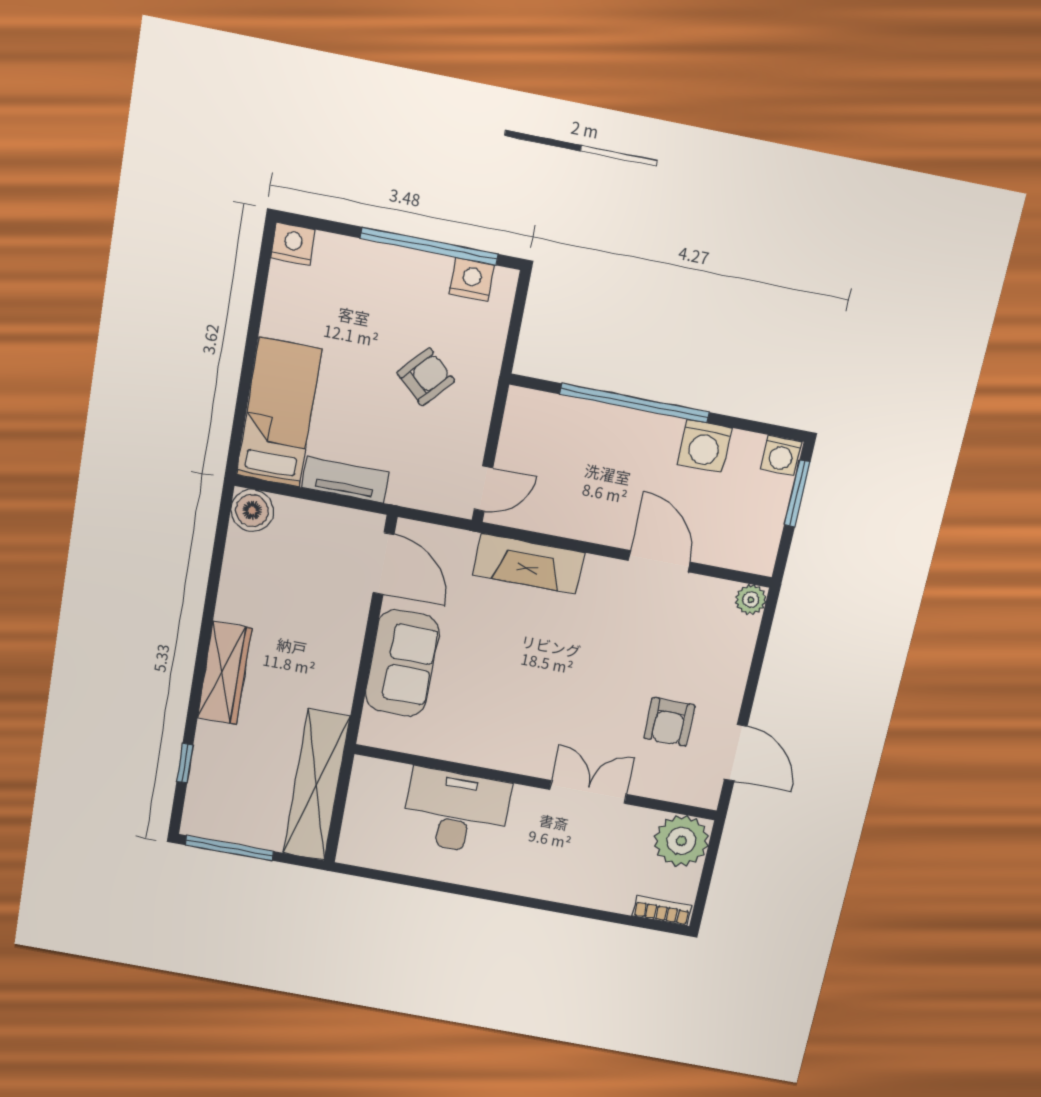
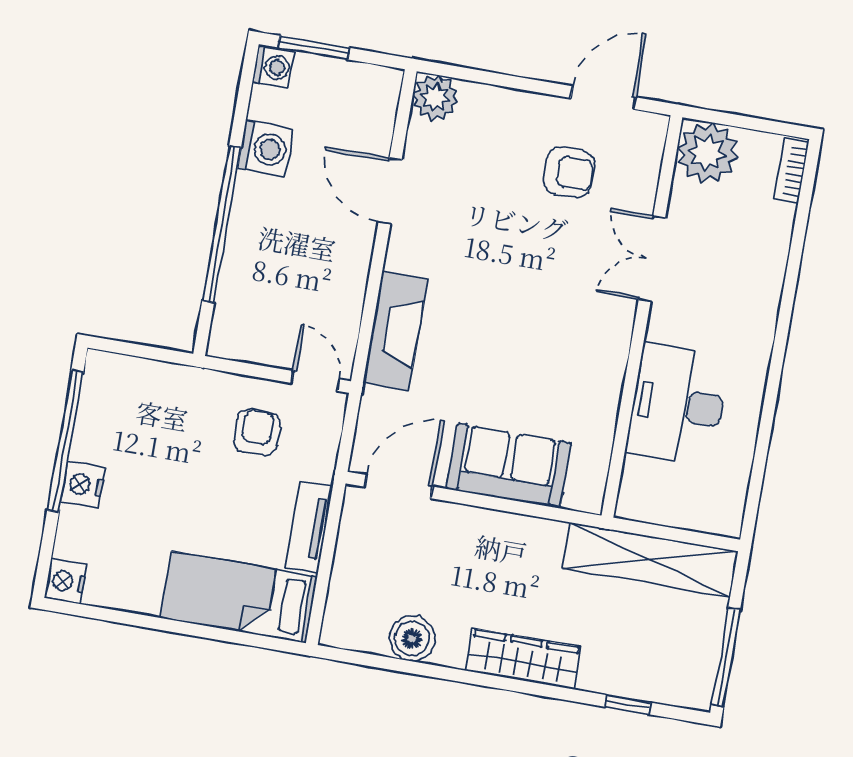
nightstand: (472, 280) -> (83, 485), moved
armchair: (426, 377) -> (257, 432), moved, turned 48
boiler: (252, 510) -> (412, 639), moved
door: (659, 561) -> (390, 191), hinge flipped
plant: (751, 600) -> (435, 98), width x1.38, depth x1.38

